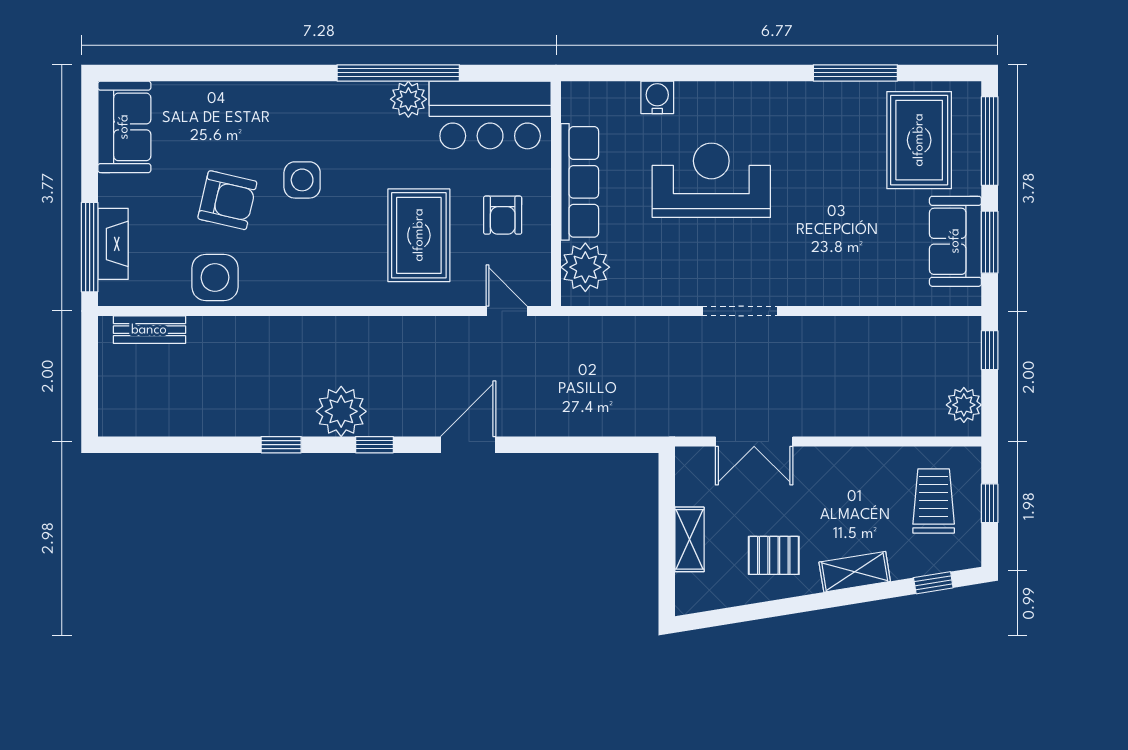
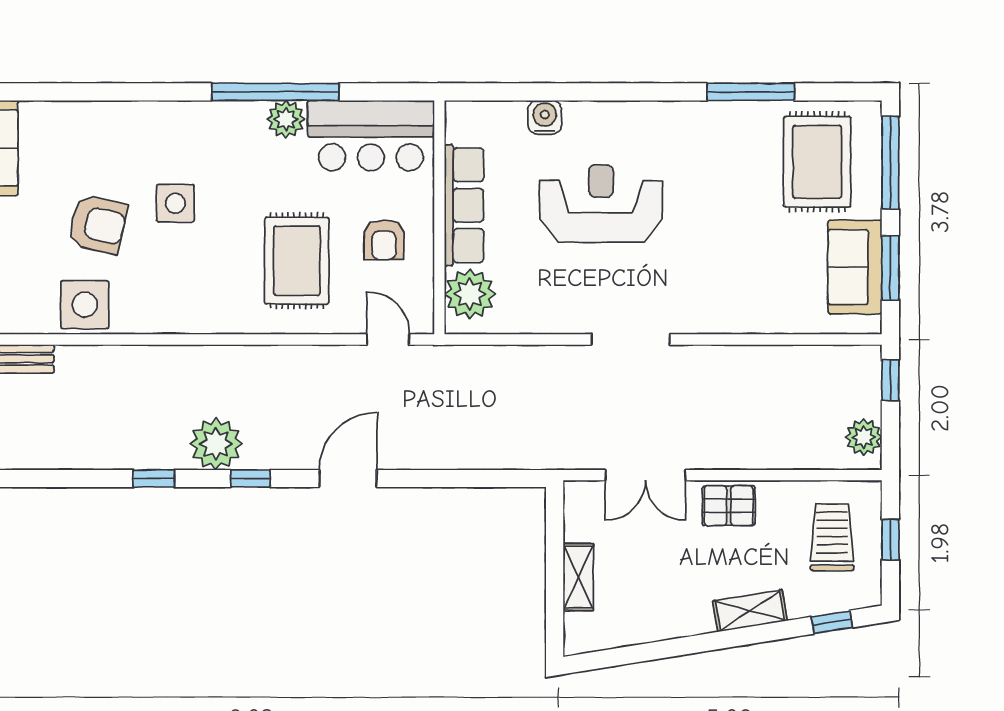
pallet: (774, 555) -> (729, 506), moved

